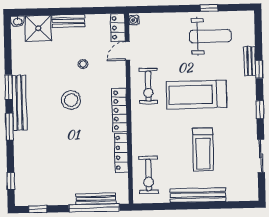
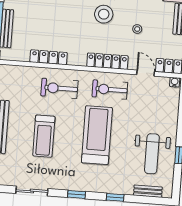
bench: (250, 61) -> (148, 191), moved
locker: (120, 110) -> (107, 61), moved
treadmill: (203, 149) -> (44, 136), turned -90
exercise bike: (149, 175) -> (59, 88), moved

